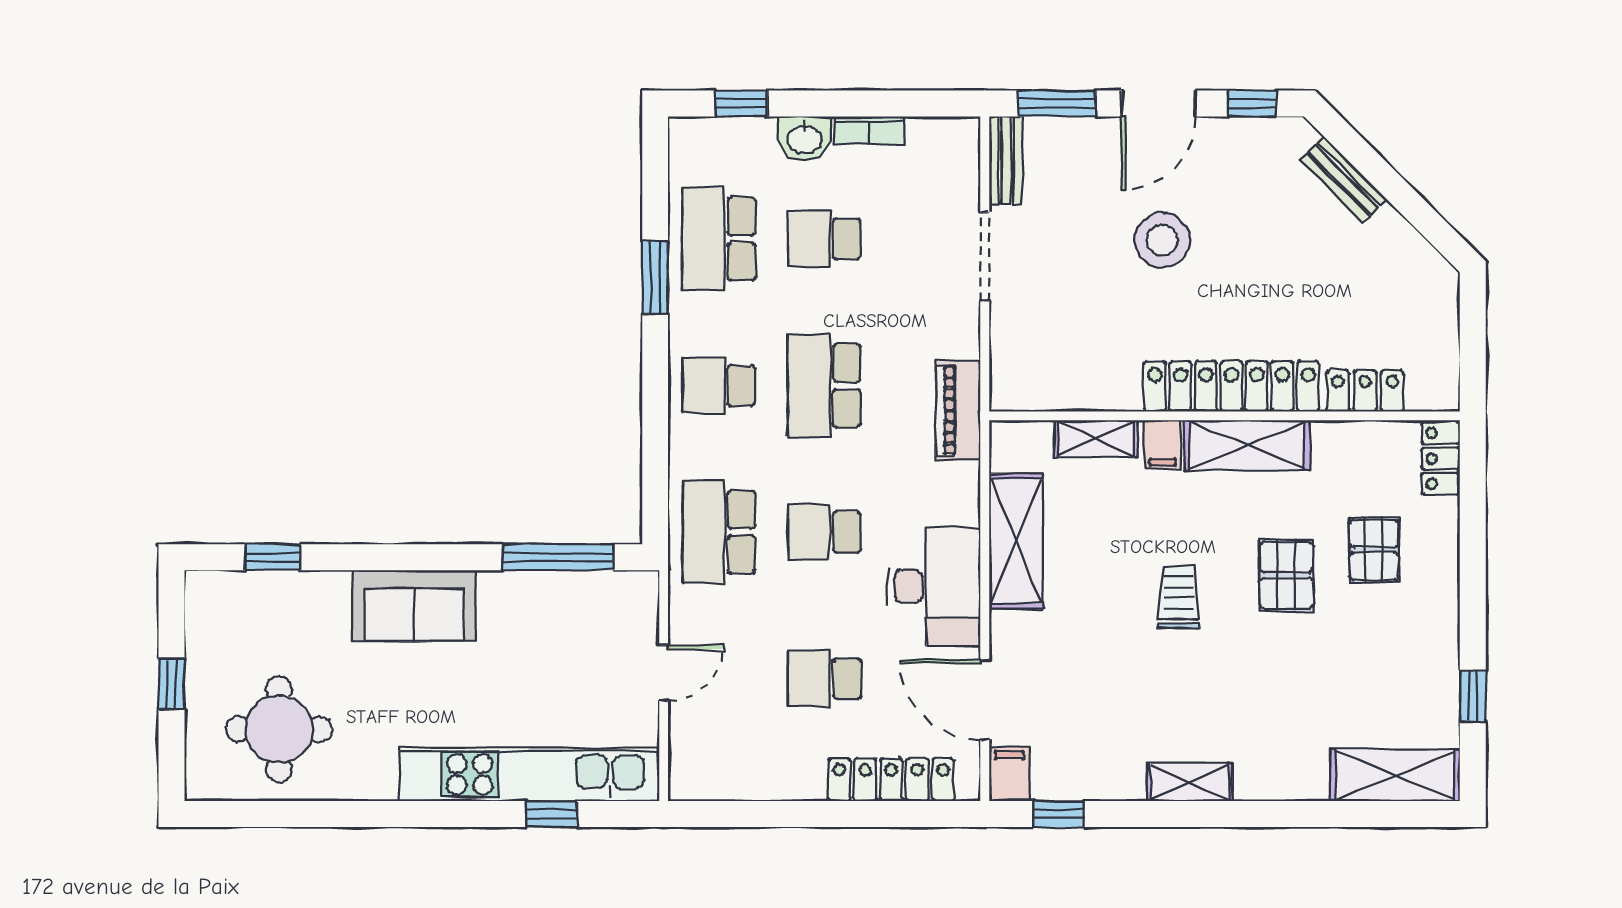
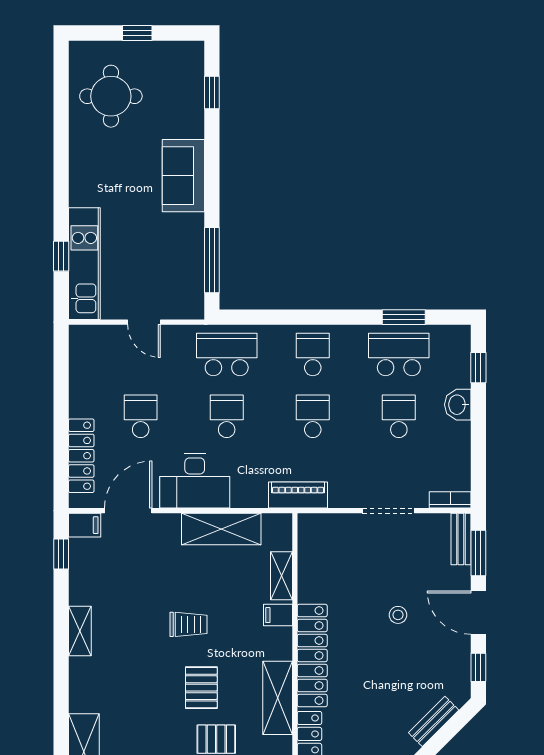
bookcase: (869, 130) -> (450, 500), moved, turned 90
bench: (1006, 160) -> (461, 539), moved, turned 90
stool: (1162, 240) -> (398, 615), width x0.53, depth x0.53
window: (655, 278) -> (404, 317), moved
school desk: (824, 385) -> (313, 416), width x0.54
shelving: (1247, 445) -> (278, 698), moved
pallet: (1286, 575) -> (201, 688), turned 90
kitchen unit: (530, 774) -> (84, 264), width x0.73

